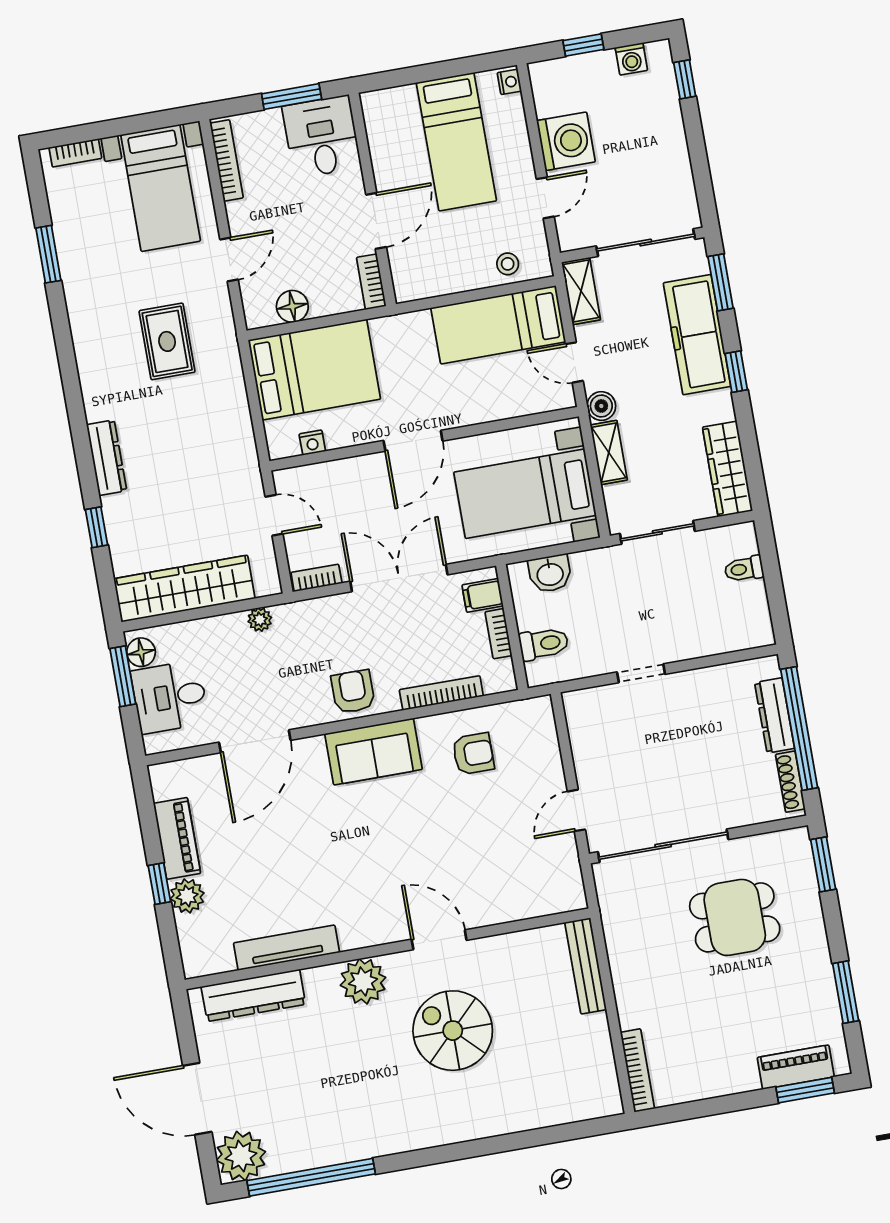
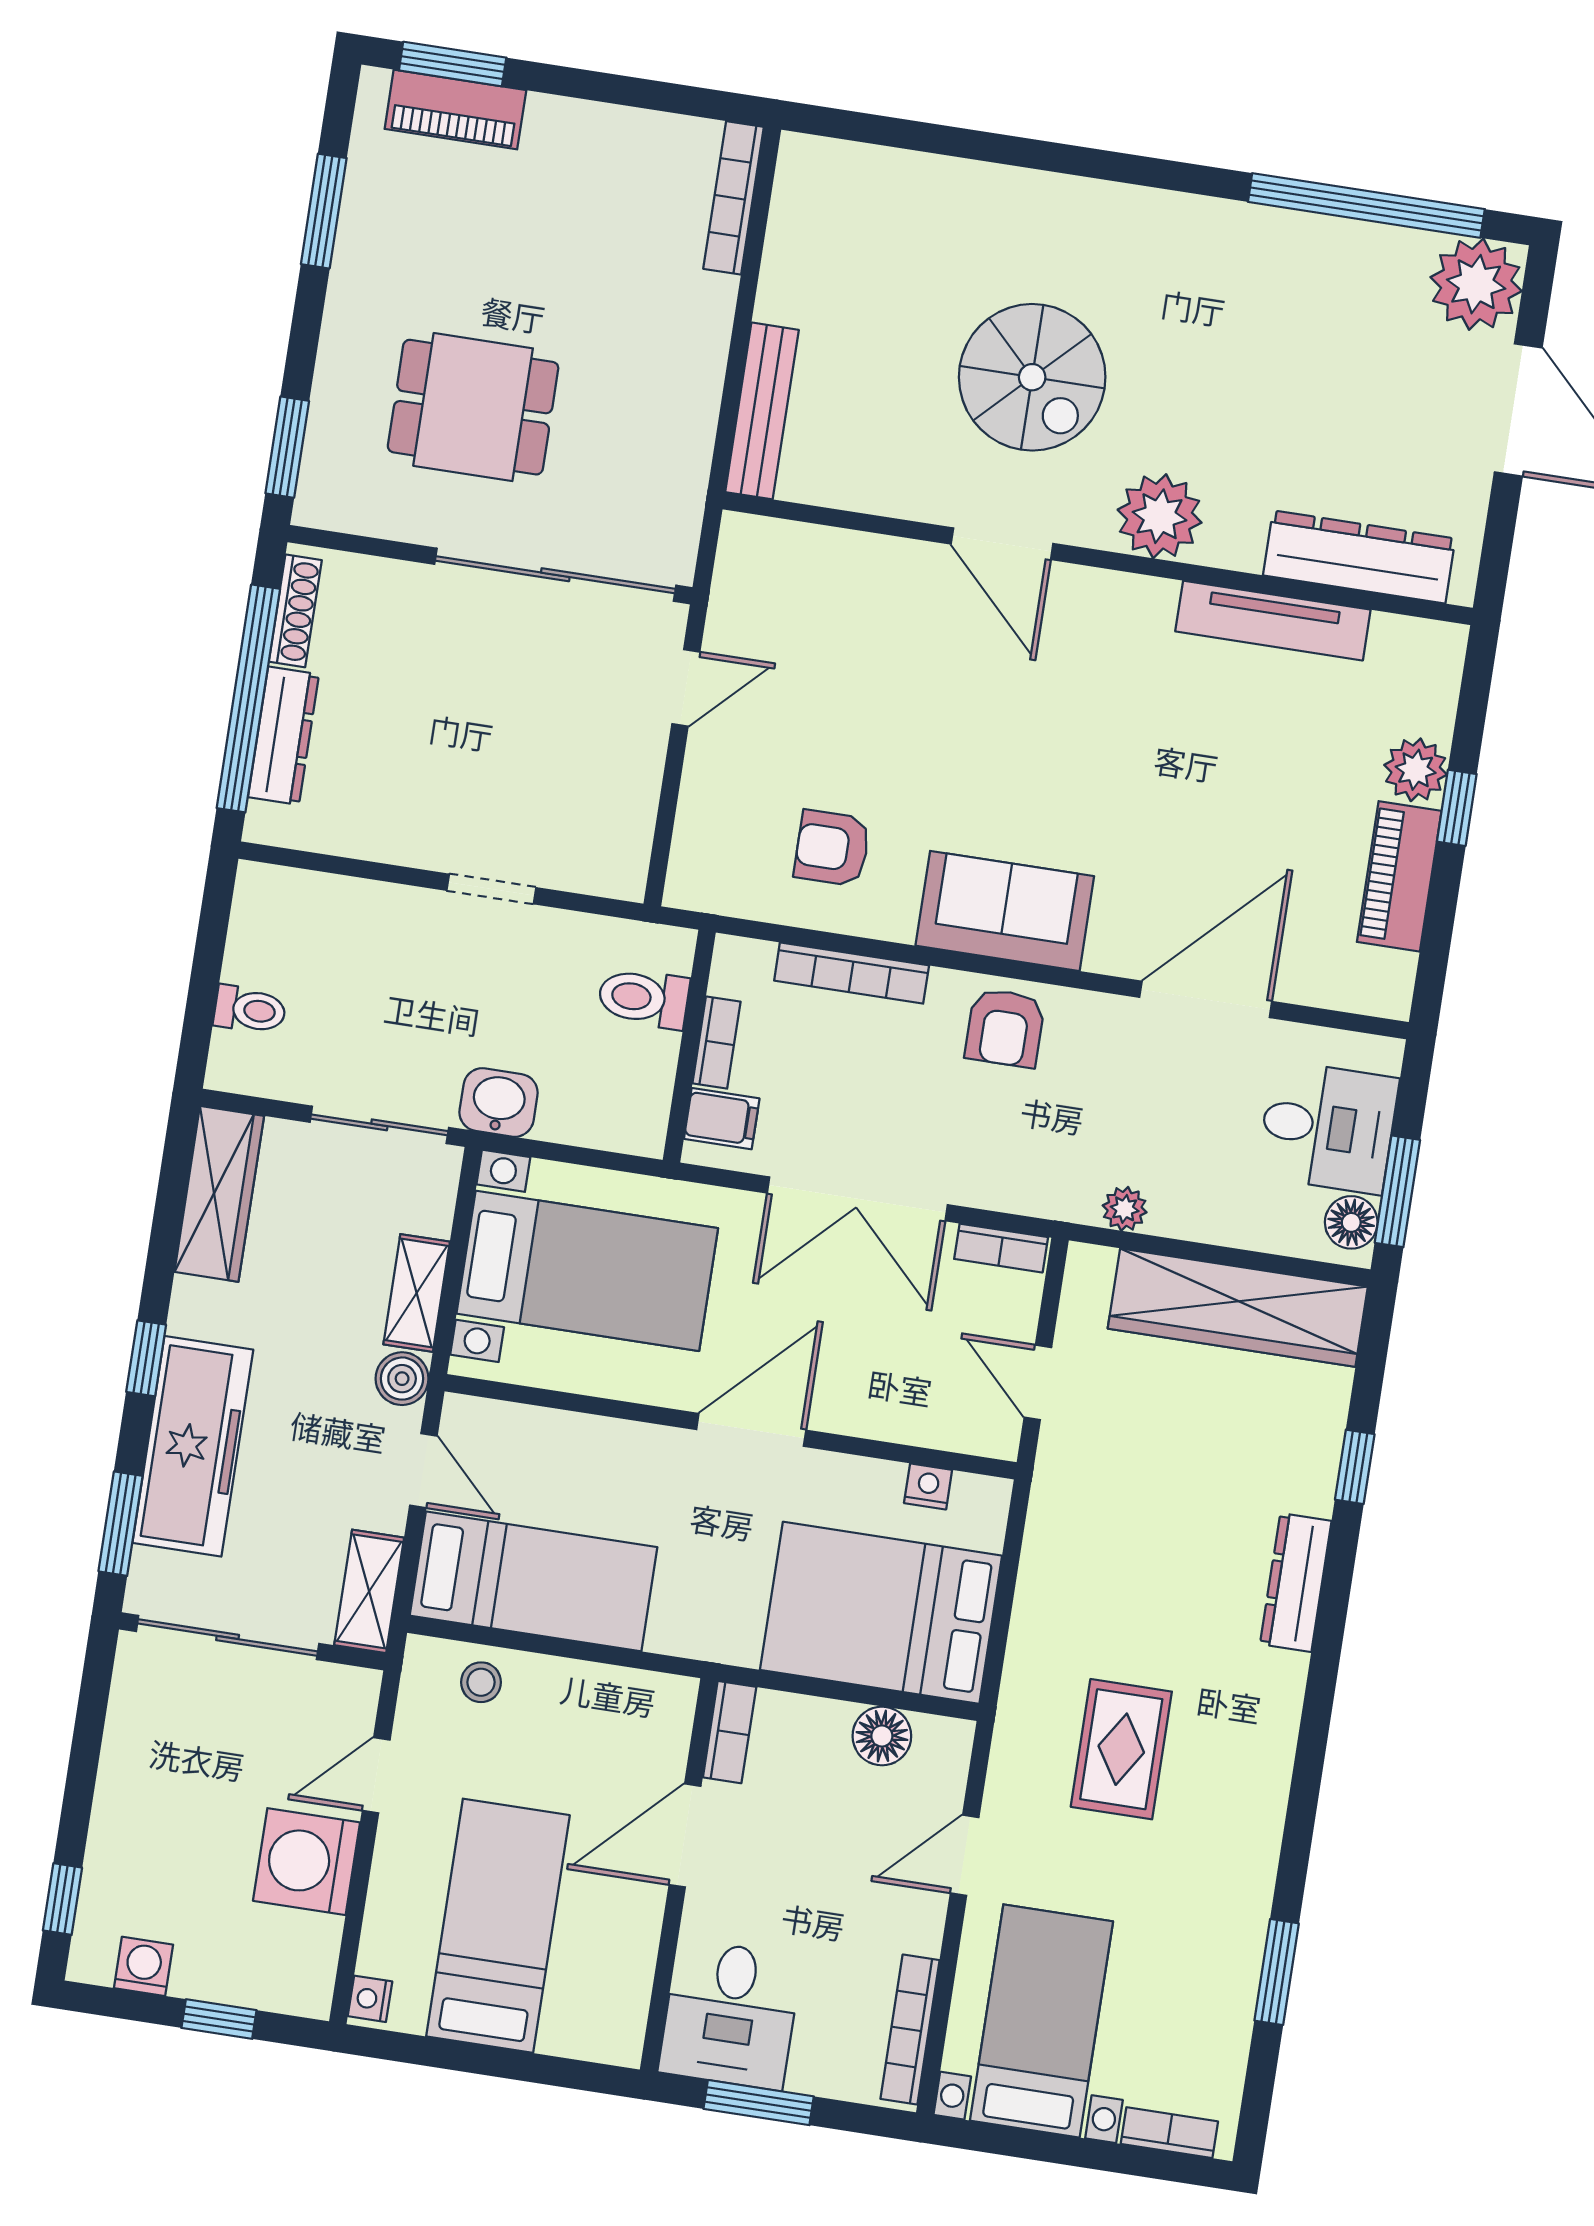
washbasin: (550, 574) -> (499, 1103), moved

